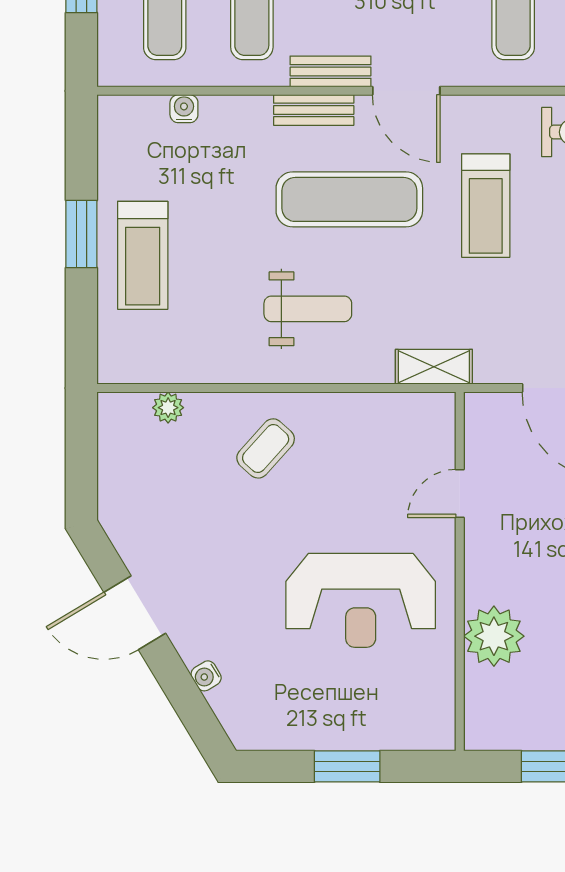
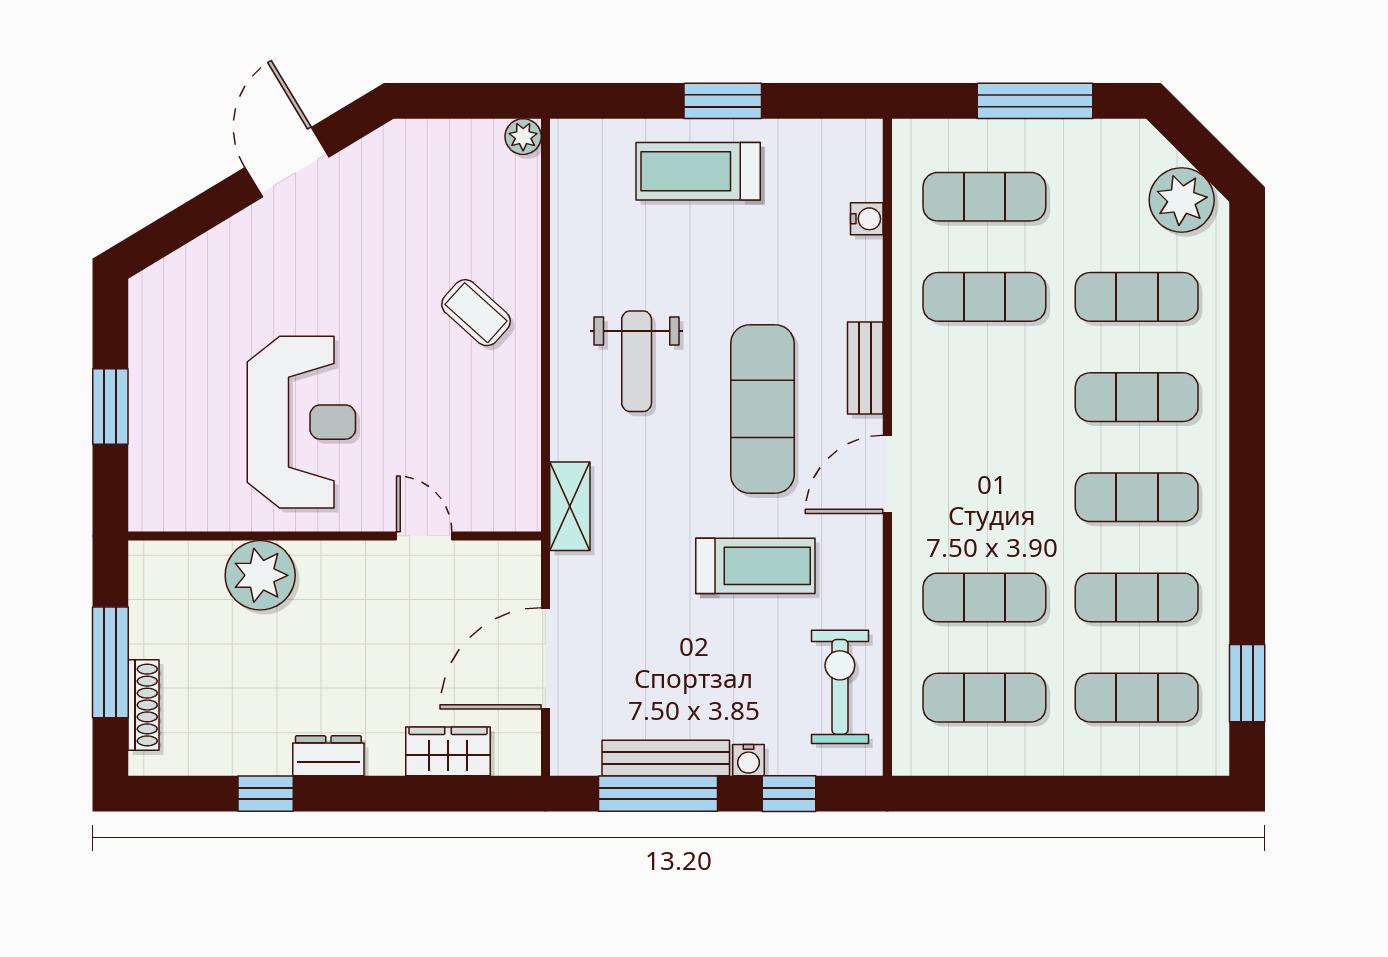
bench: (330, 71) -> (910, 387), removed
treadmill: (486, 206) -> (755, 566), turned 180
plant: (168, 408) -> (523, 137), moved
reception desk: (361, 600) -> (301, 422), turned 180
water cooler: (206, 676) -> (214, 244), removed

